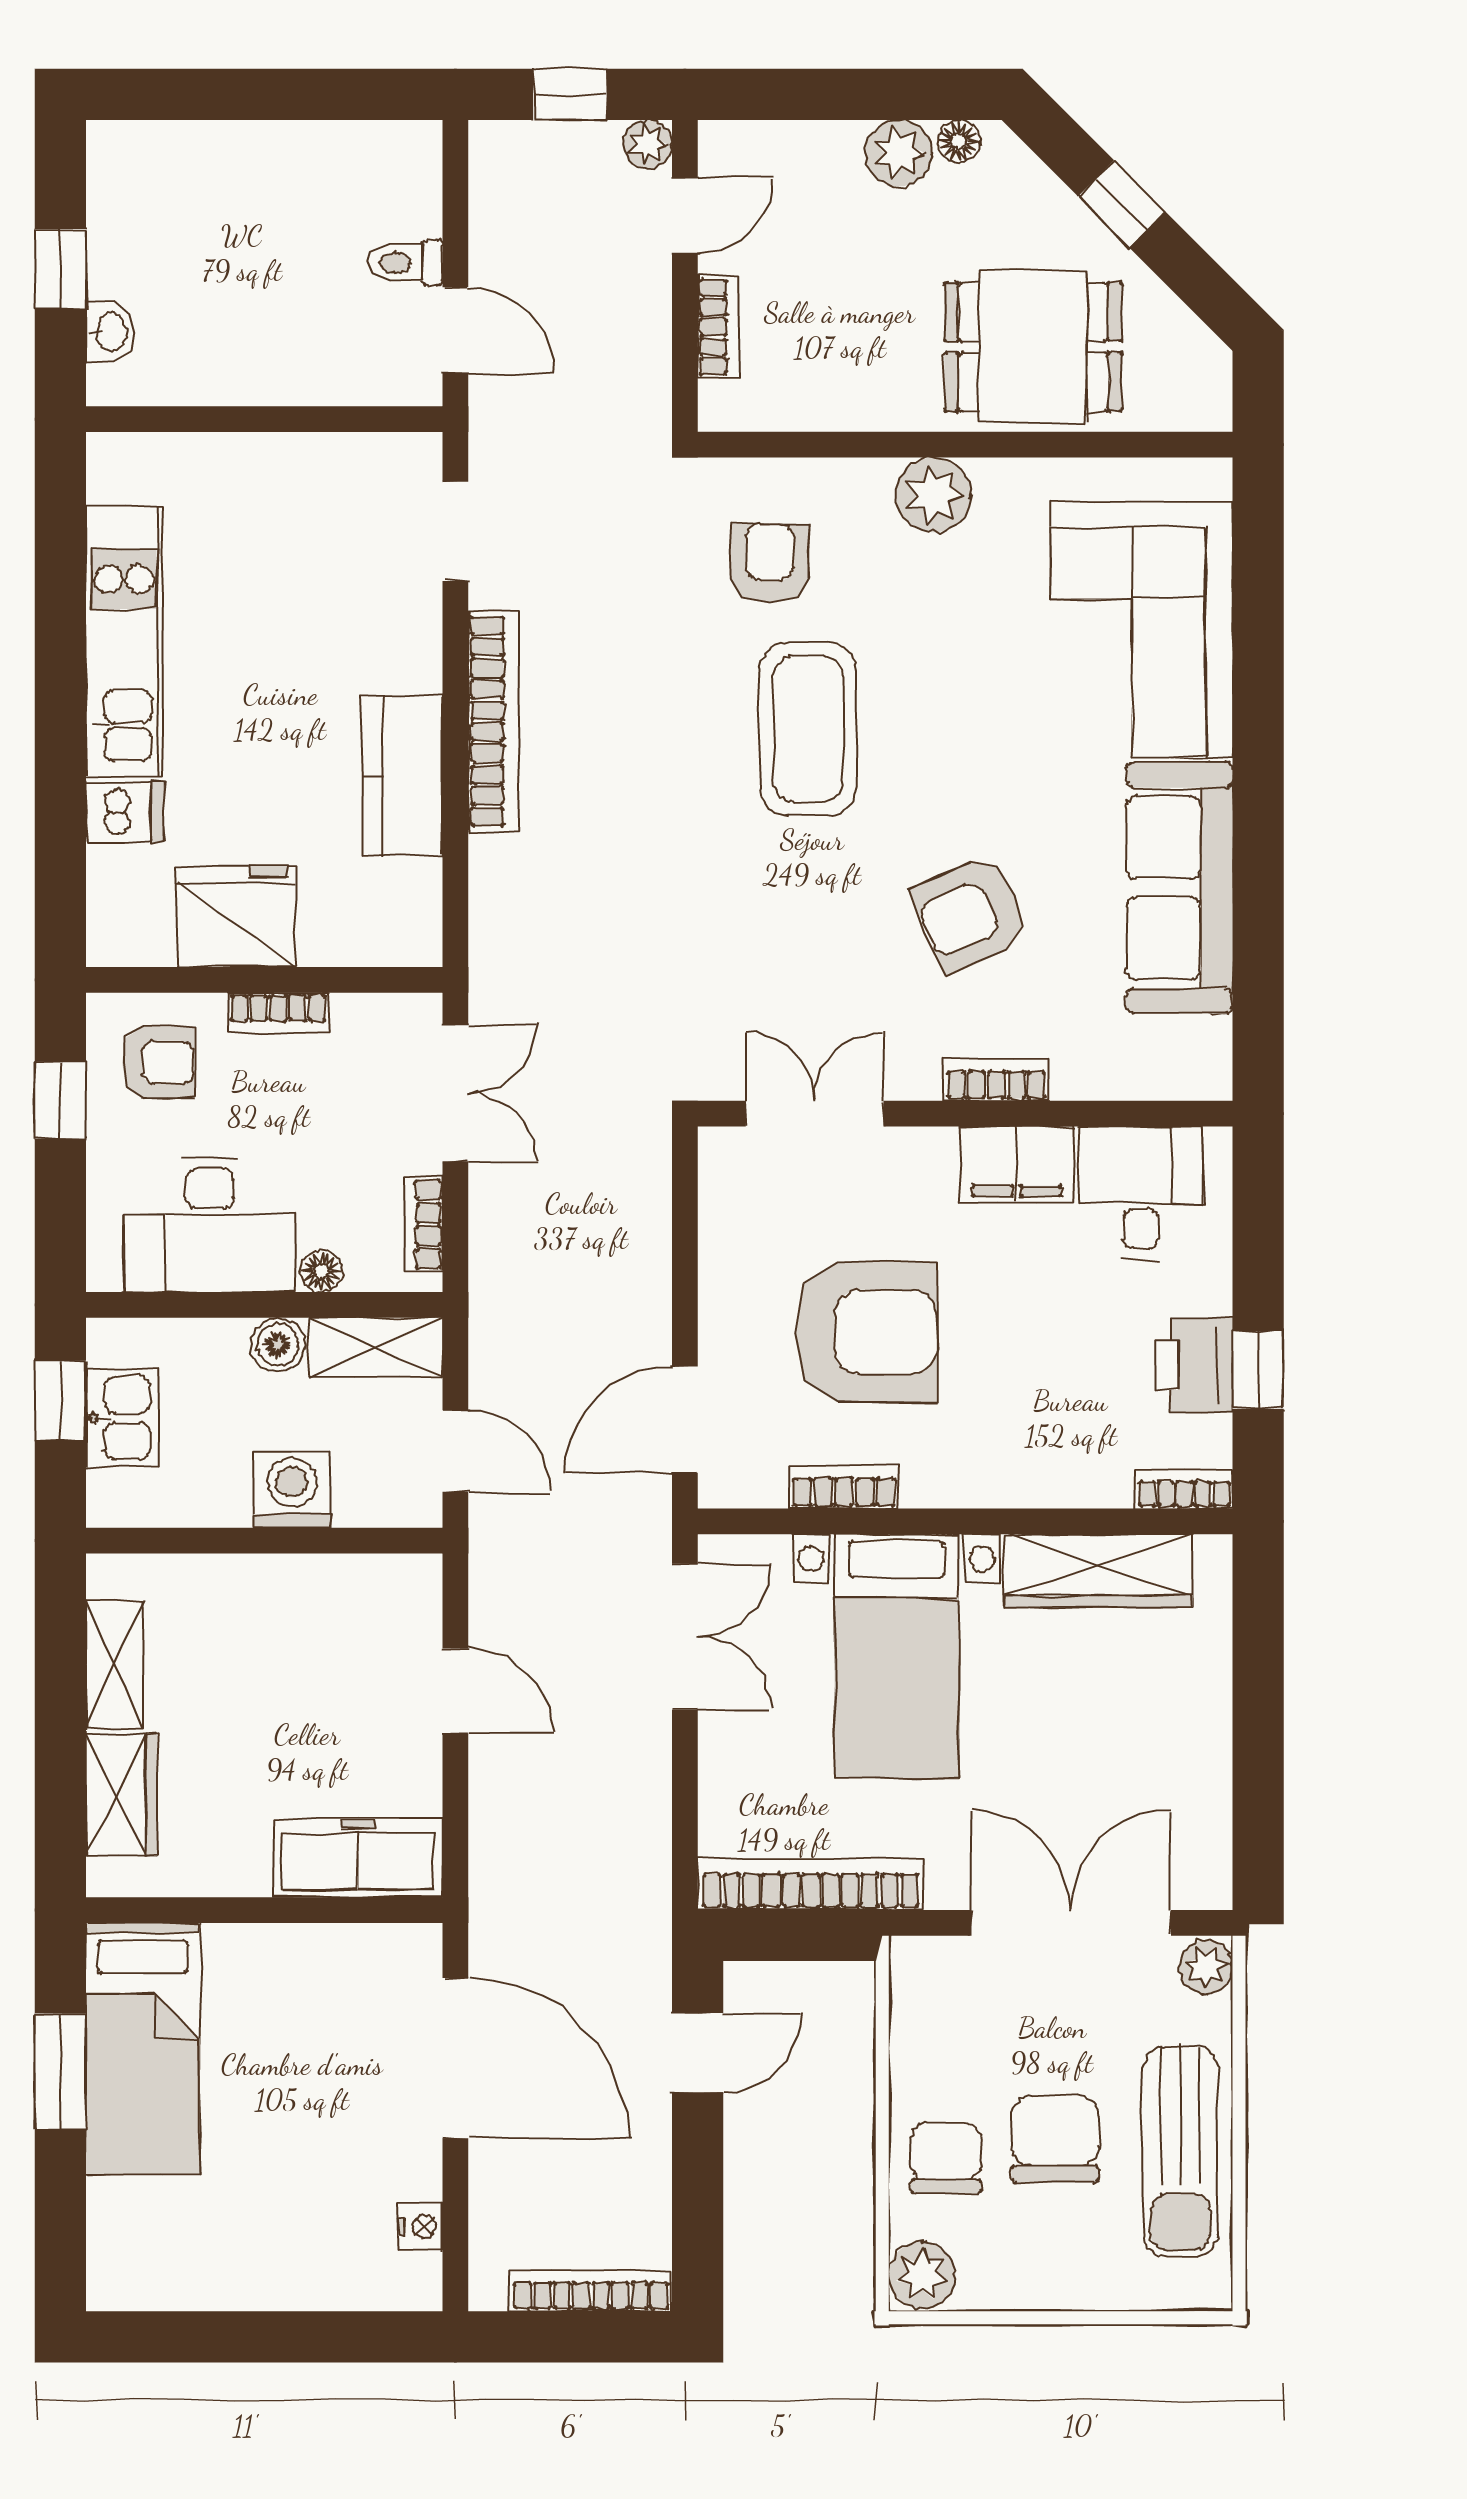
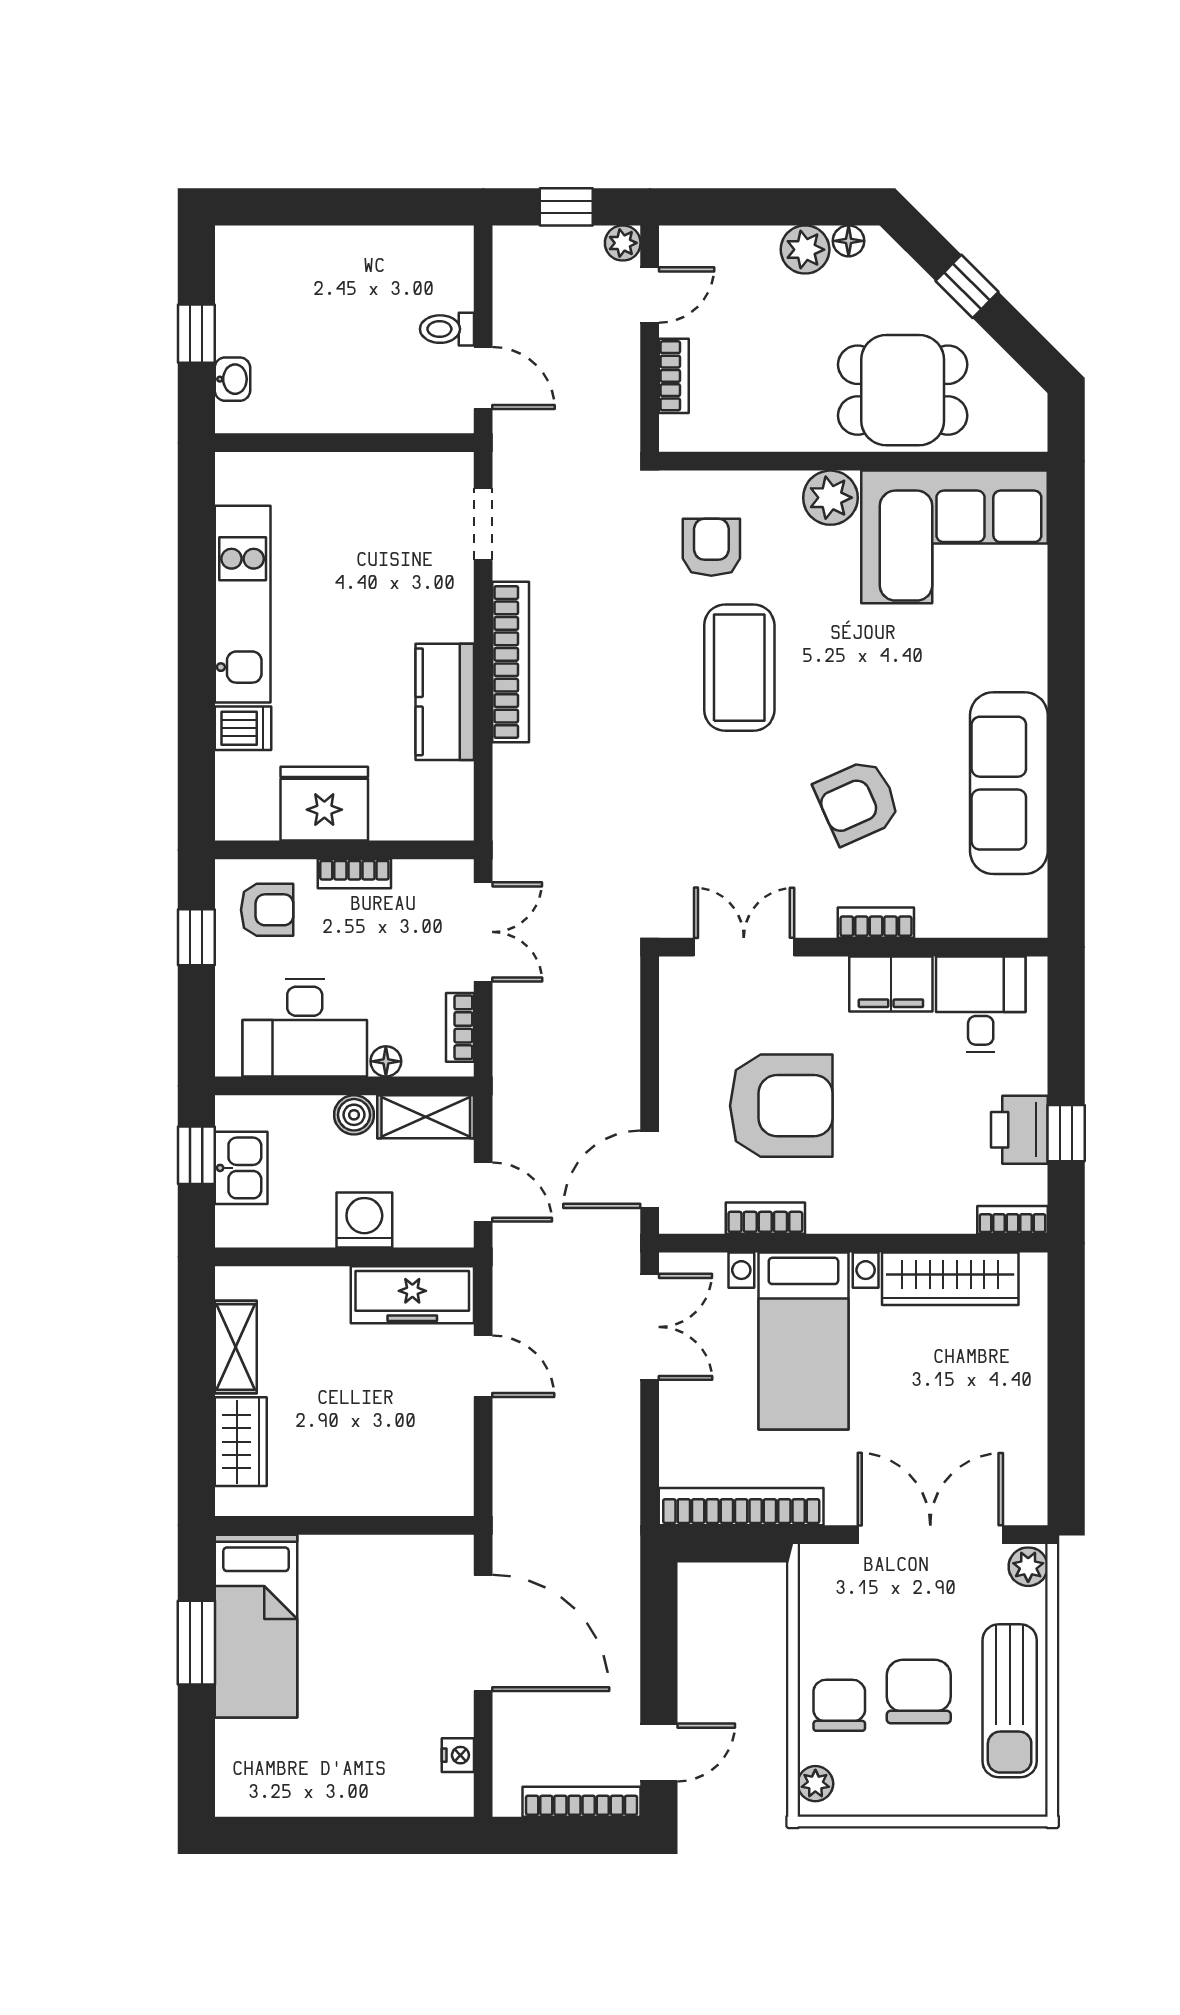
corner sofa: (1141, 629) -> (954, 537), moved, turned -90
freezer: (358, 1858) -> (412, 1295), moved, turned 180
door: (698, 2053) -> (659, 1752), moved
plant: (922, 2275) -> (815, 1784), width x0.73, depth x0.73

